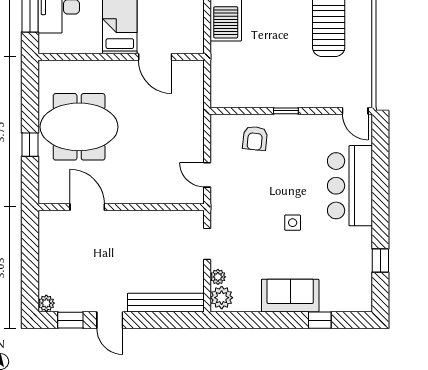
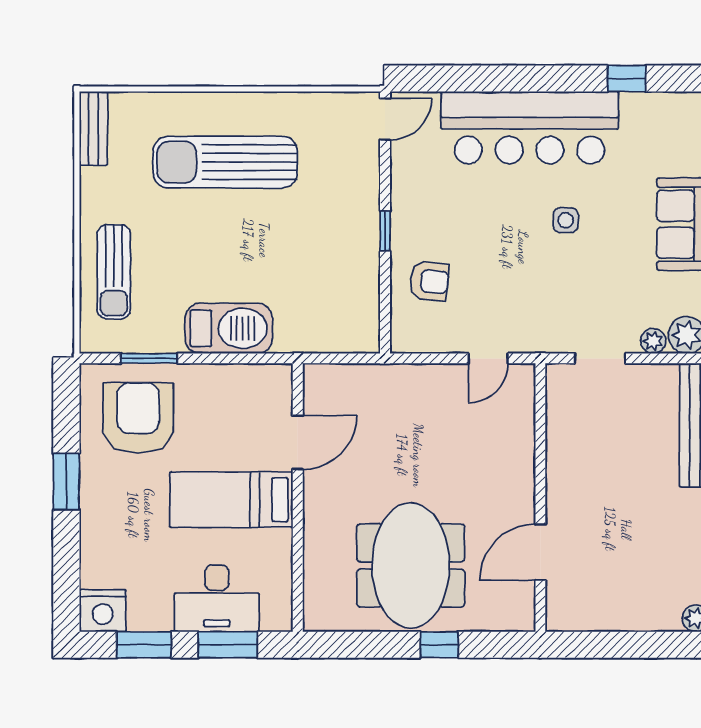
bar counter: (350, 186) -> (530, 128), width x1.36

